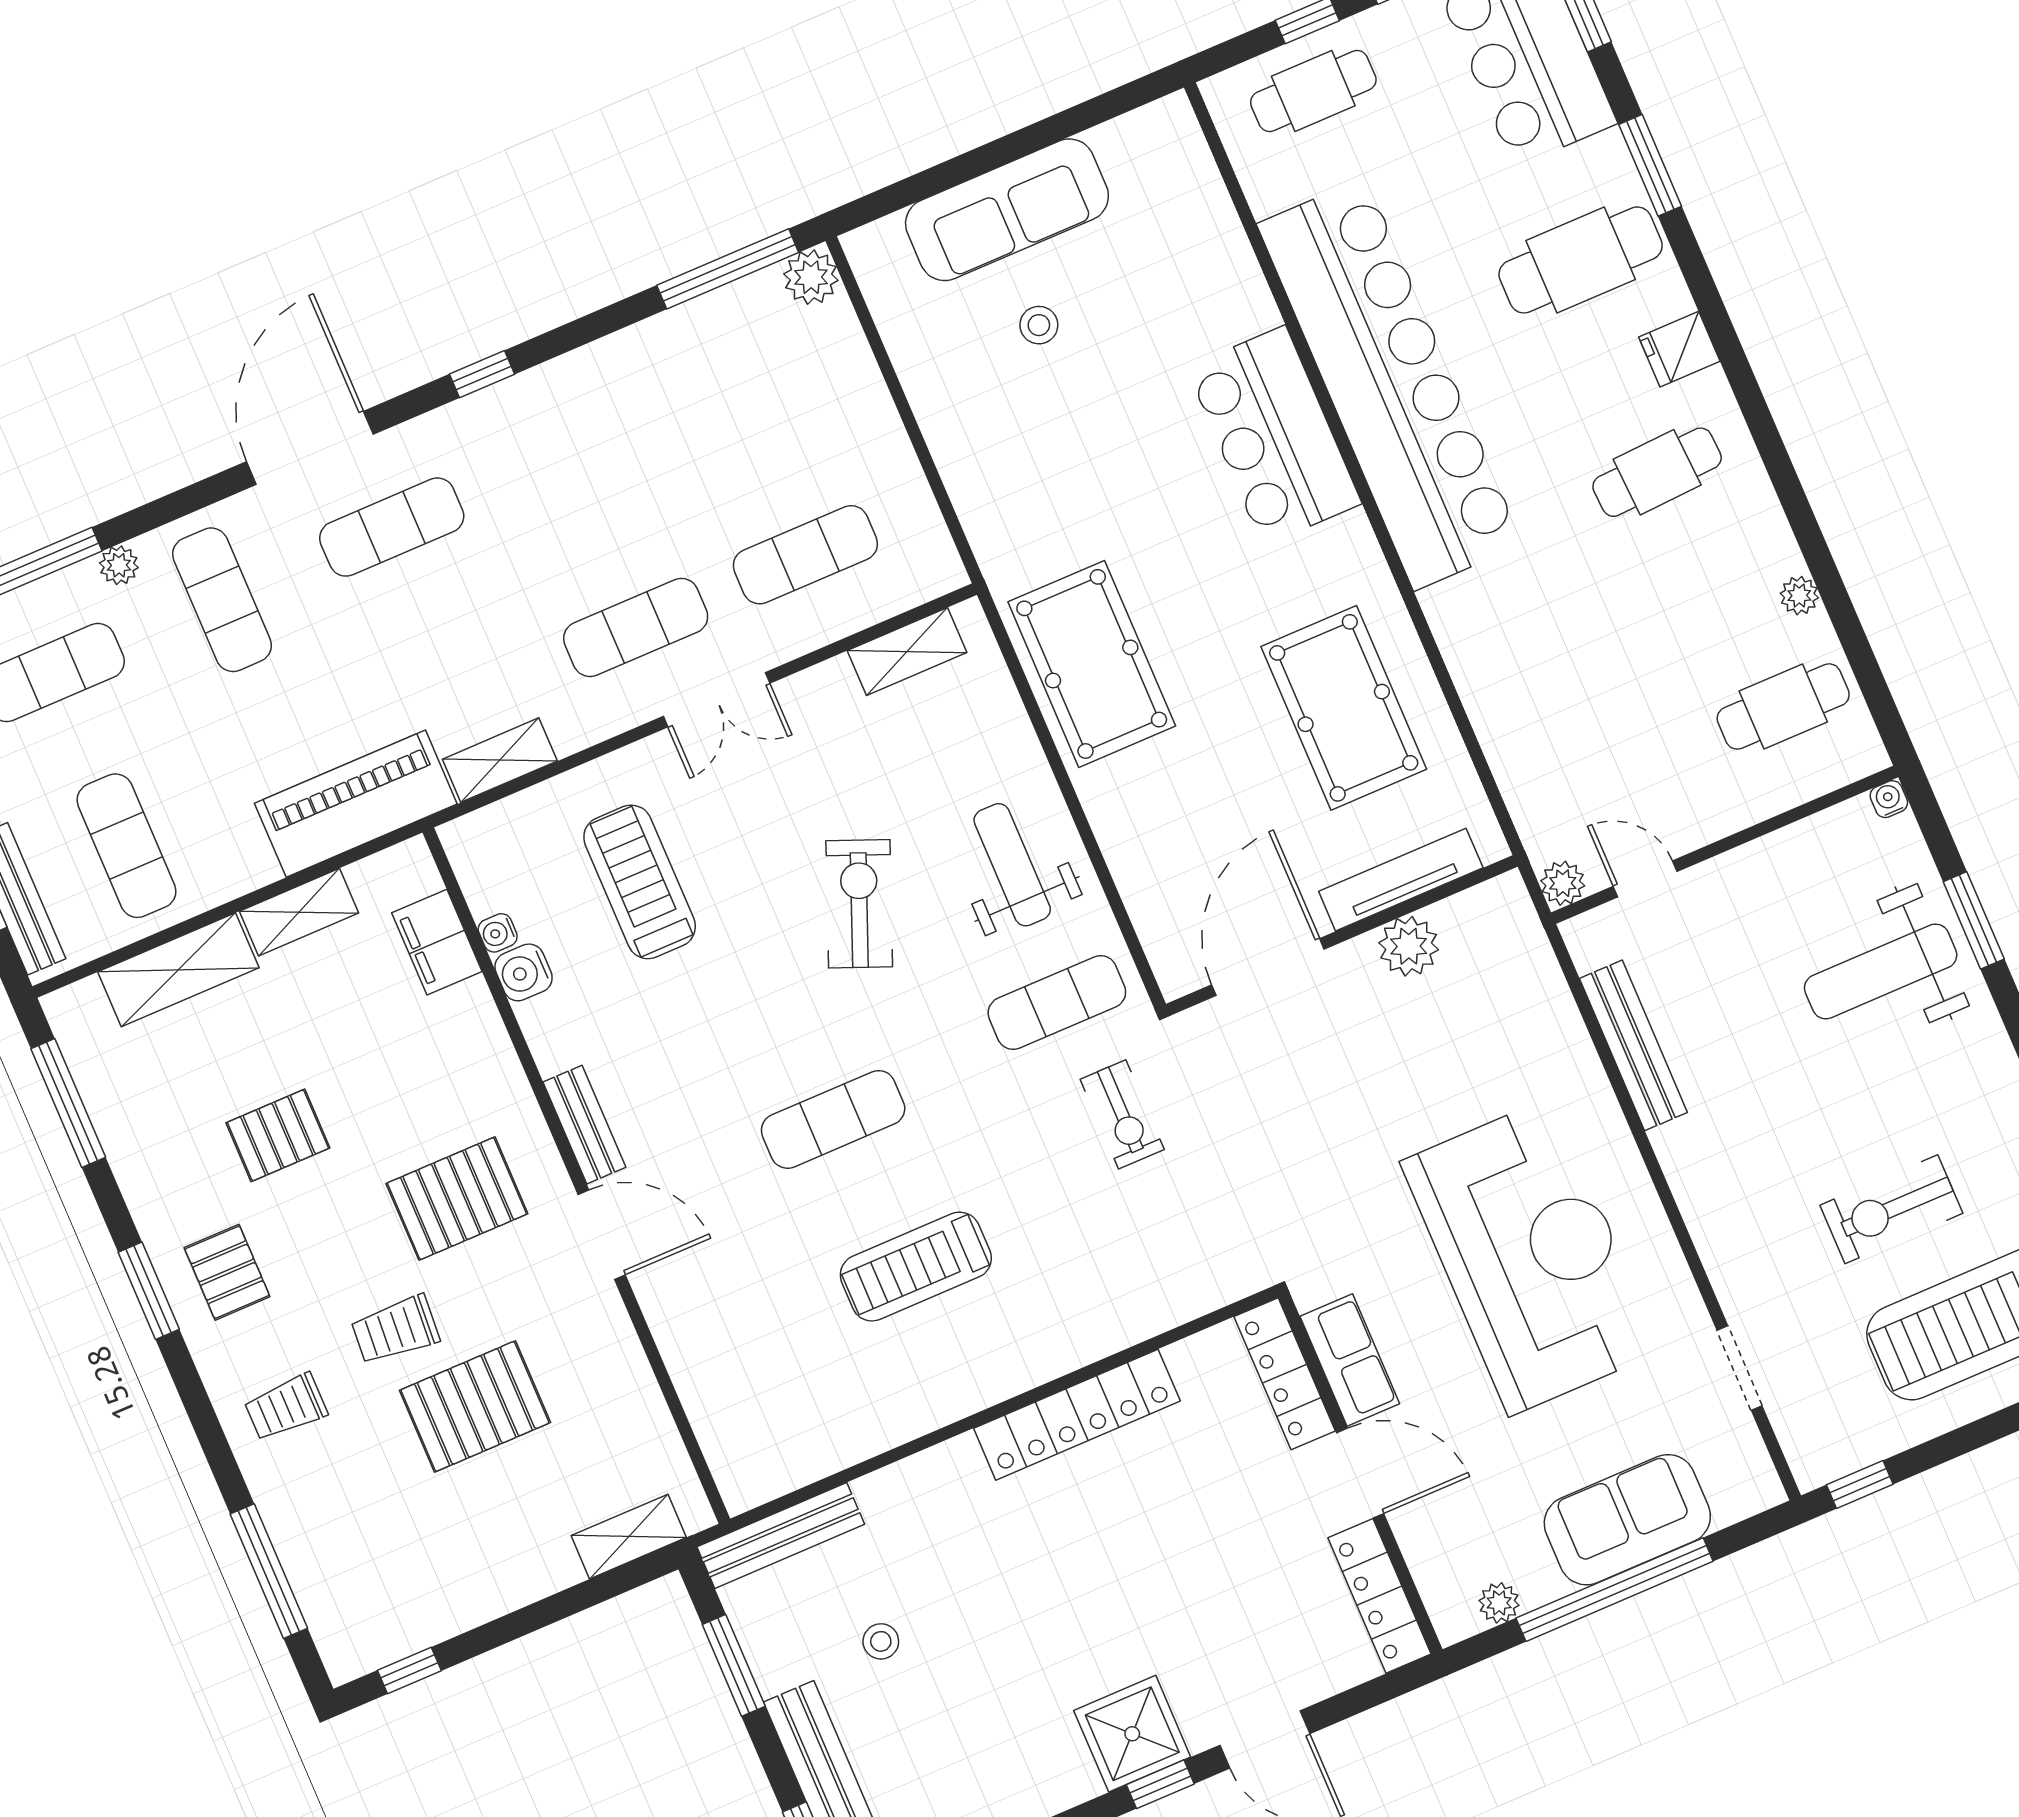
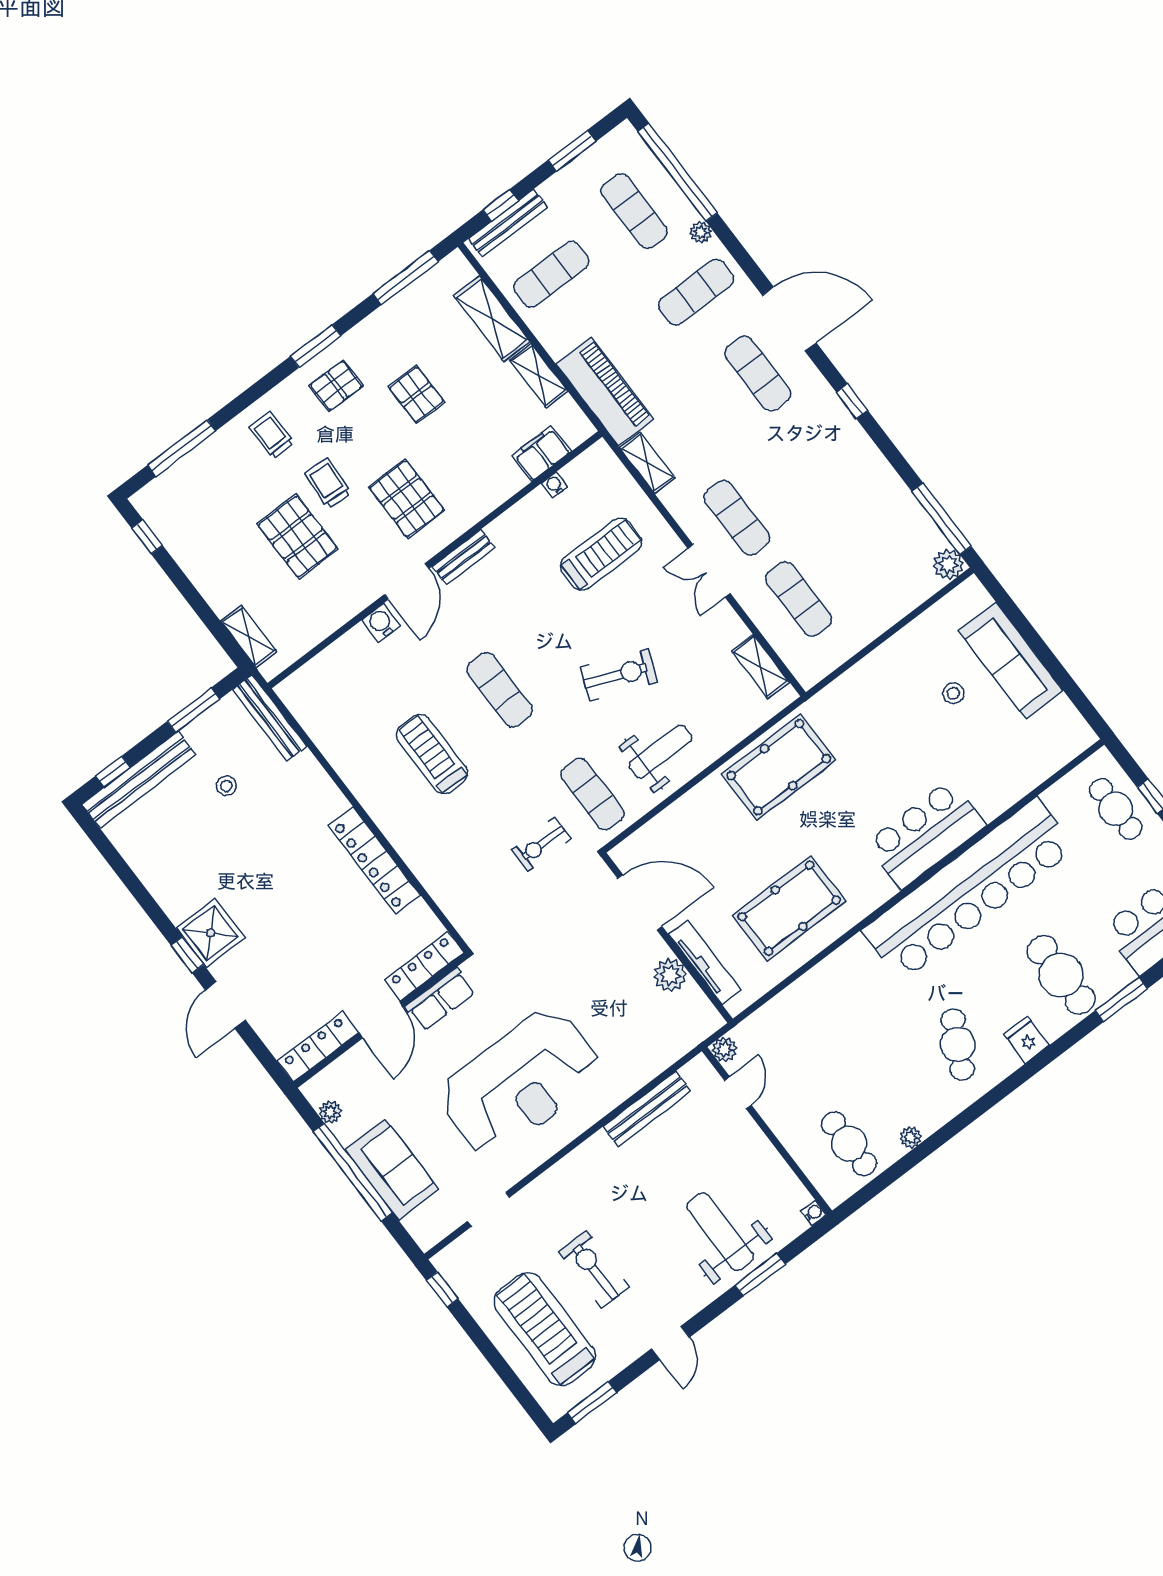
cafe table: (1657, 472) -> (958, 1045), turned 30
water cooler: (524, 972) -> (381, 623), moved

